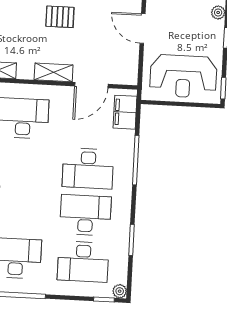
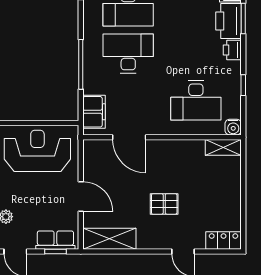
shelving: (54, 72) -> (168, 148), removed
door: (91, 85) -> (129, 137), swing flipped

